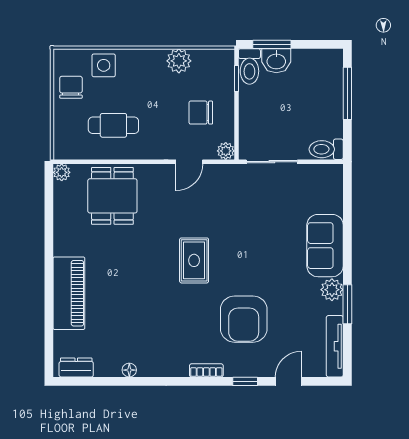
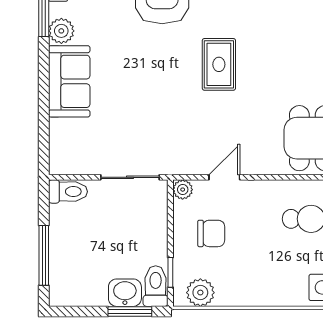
plant: (179, 61) -> (200, 293), moved

